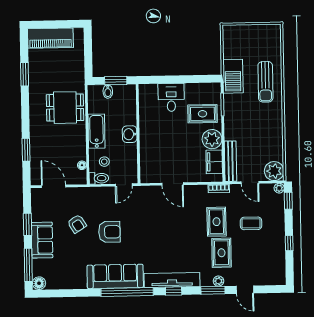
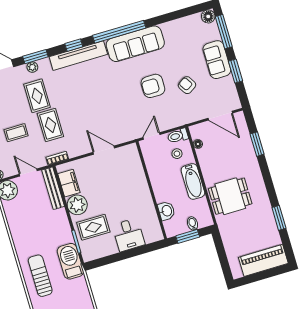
barbecue: (233, 76) -> (70, 261), moved
washbasin: (130, 134) -> (166, 211), moved

